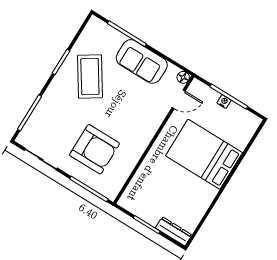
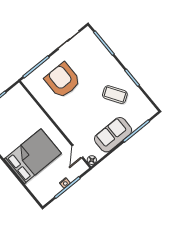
coffee table: (90, 77) -> (115, 95), width x0.73, depth x0.76
armchair: (95, 149) -> (63, 80), turned 90

